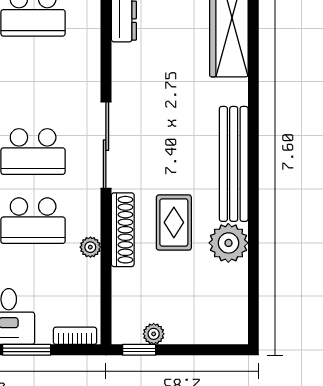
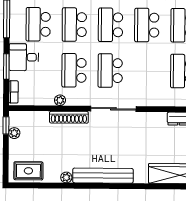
rug: (174, 222) -> (28, 171), moved
plant: (228, 243) -> (66, 177), width x0.53, depth x0.53

